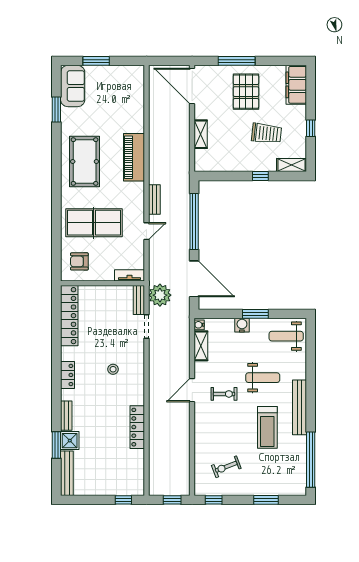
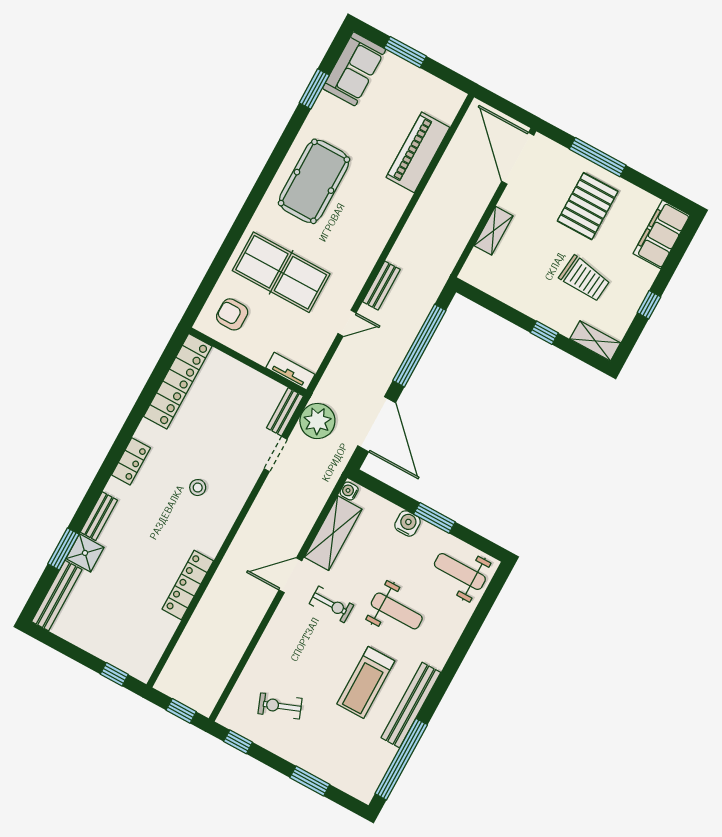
piano: (134, 157) -> (418, 152), moved
shelving: (201, 346) -> (333, 533), width x1.50, depth x1.33
bench: (300, 407) -> (411, 705), moved

